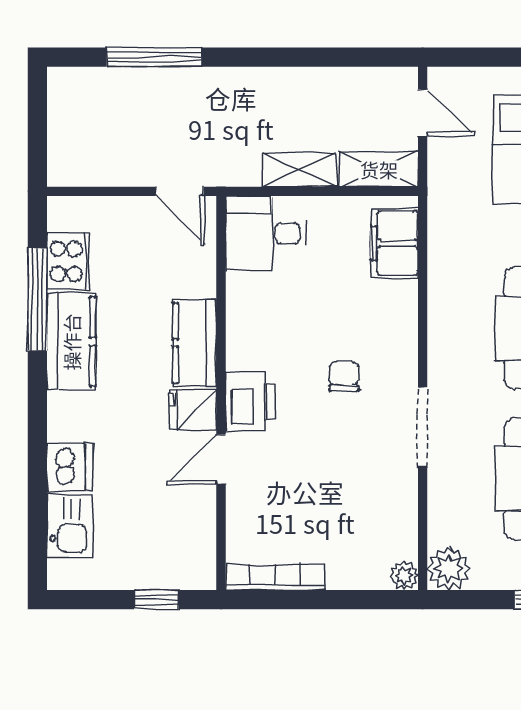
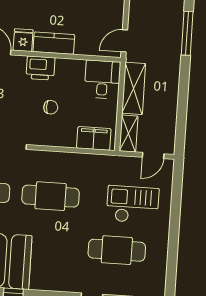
shelving: (299, 170) -> (134, 88), width x1.50, depth x1.33
chair: (344, 376) -> (51, 107), moved
printer: (250, 401) -> (40, 68), moved

